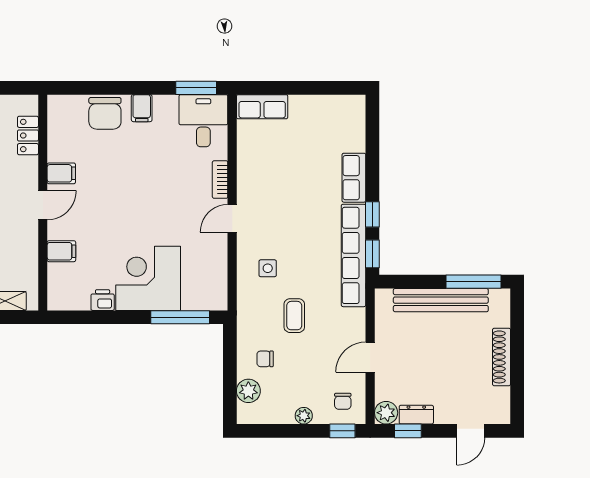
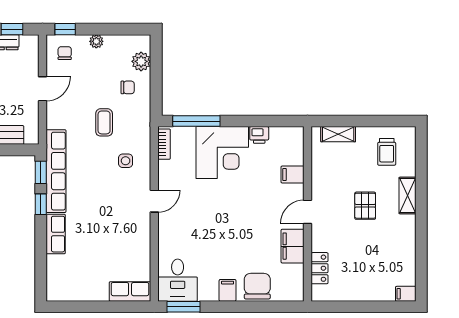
filing cabinet: (61, 173) -> (293, 246), width x2.00
bookcase: (220, 180) -> (164, 144), moved
plant: (386, 413) -> (30, 44), removed

